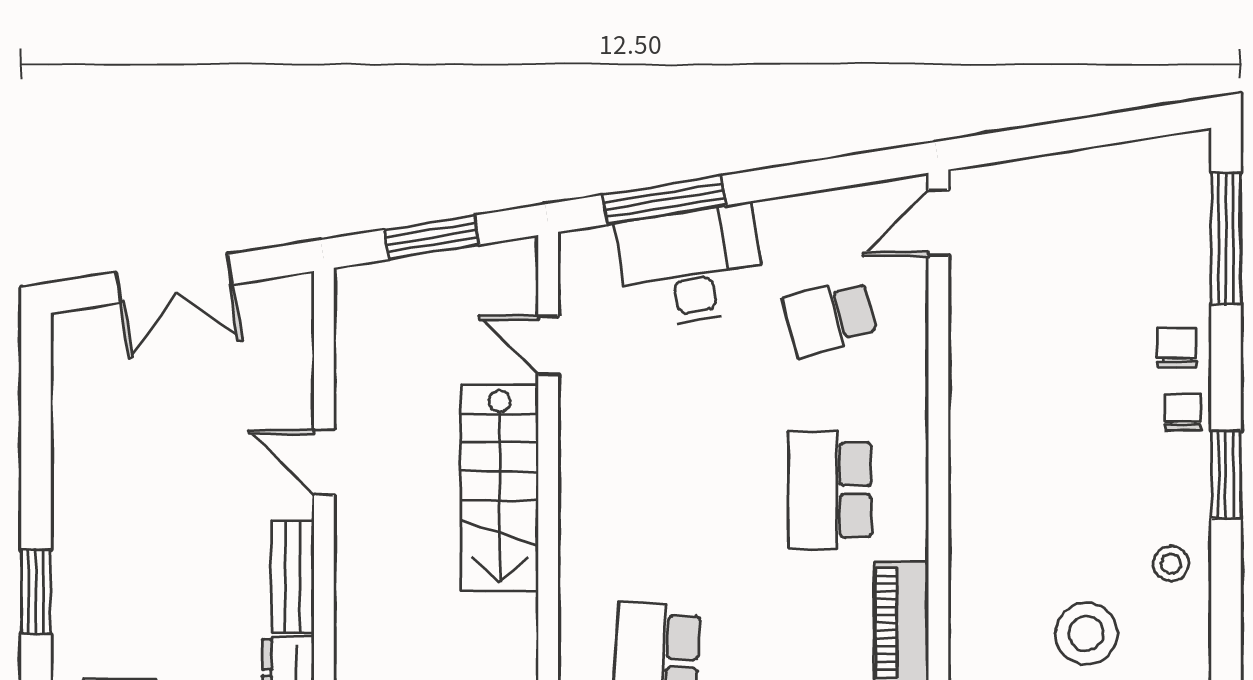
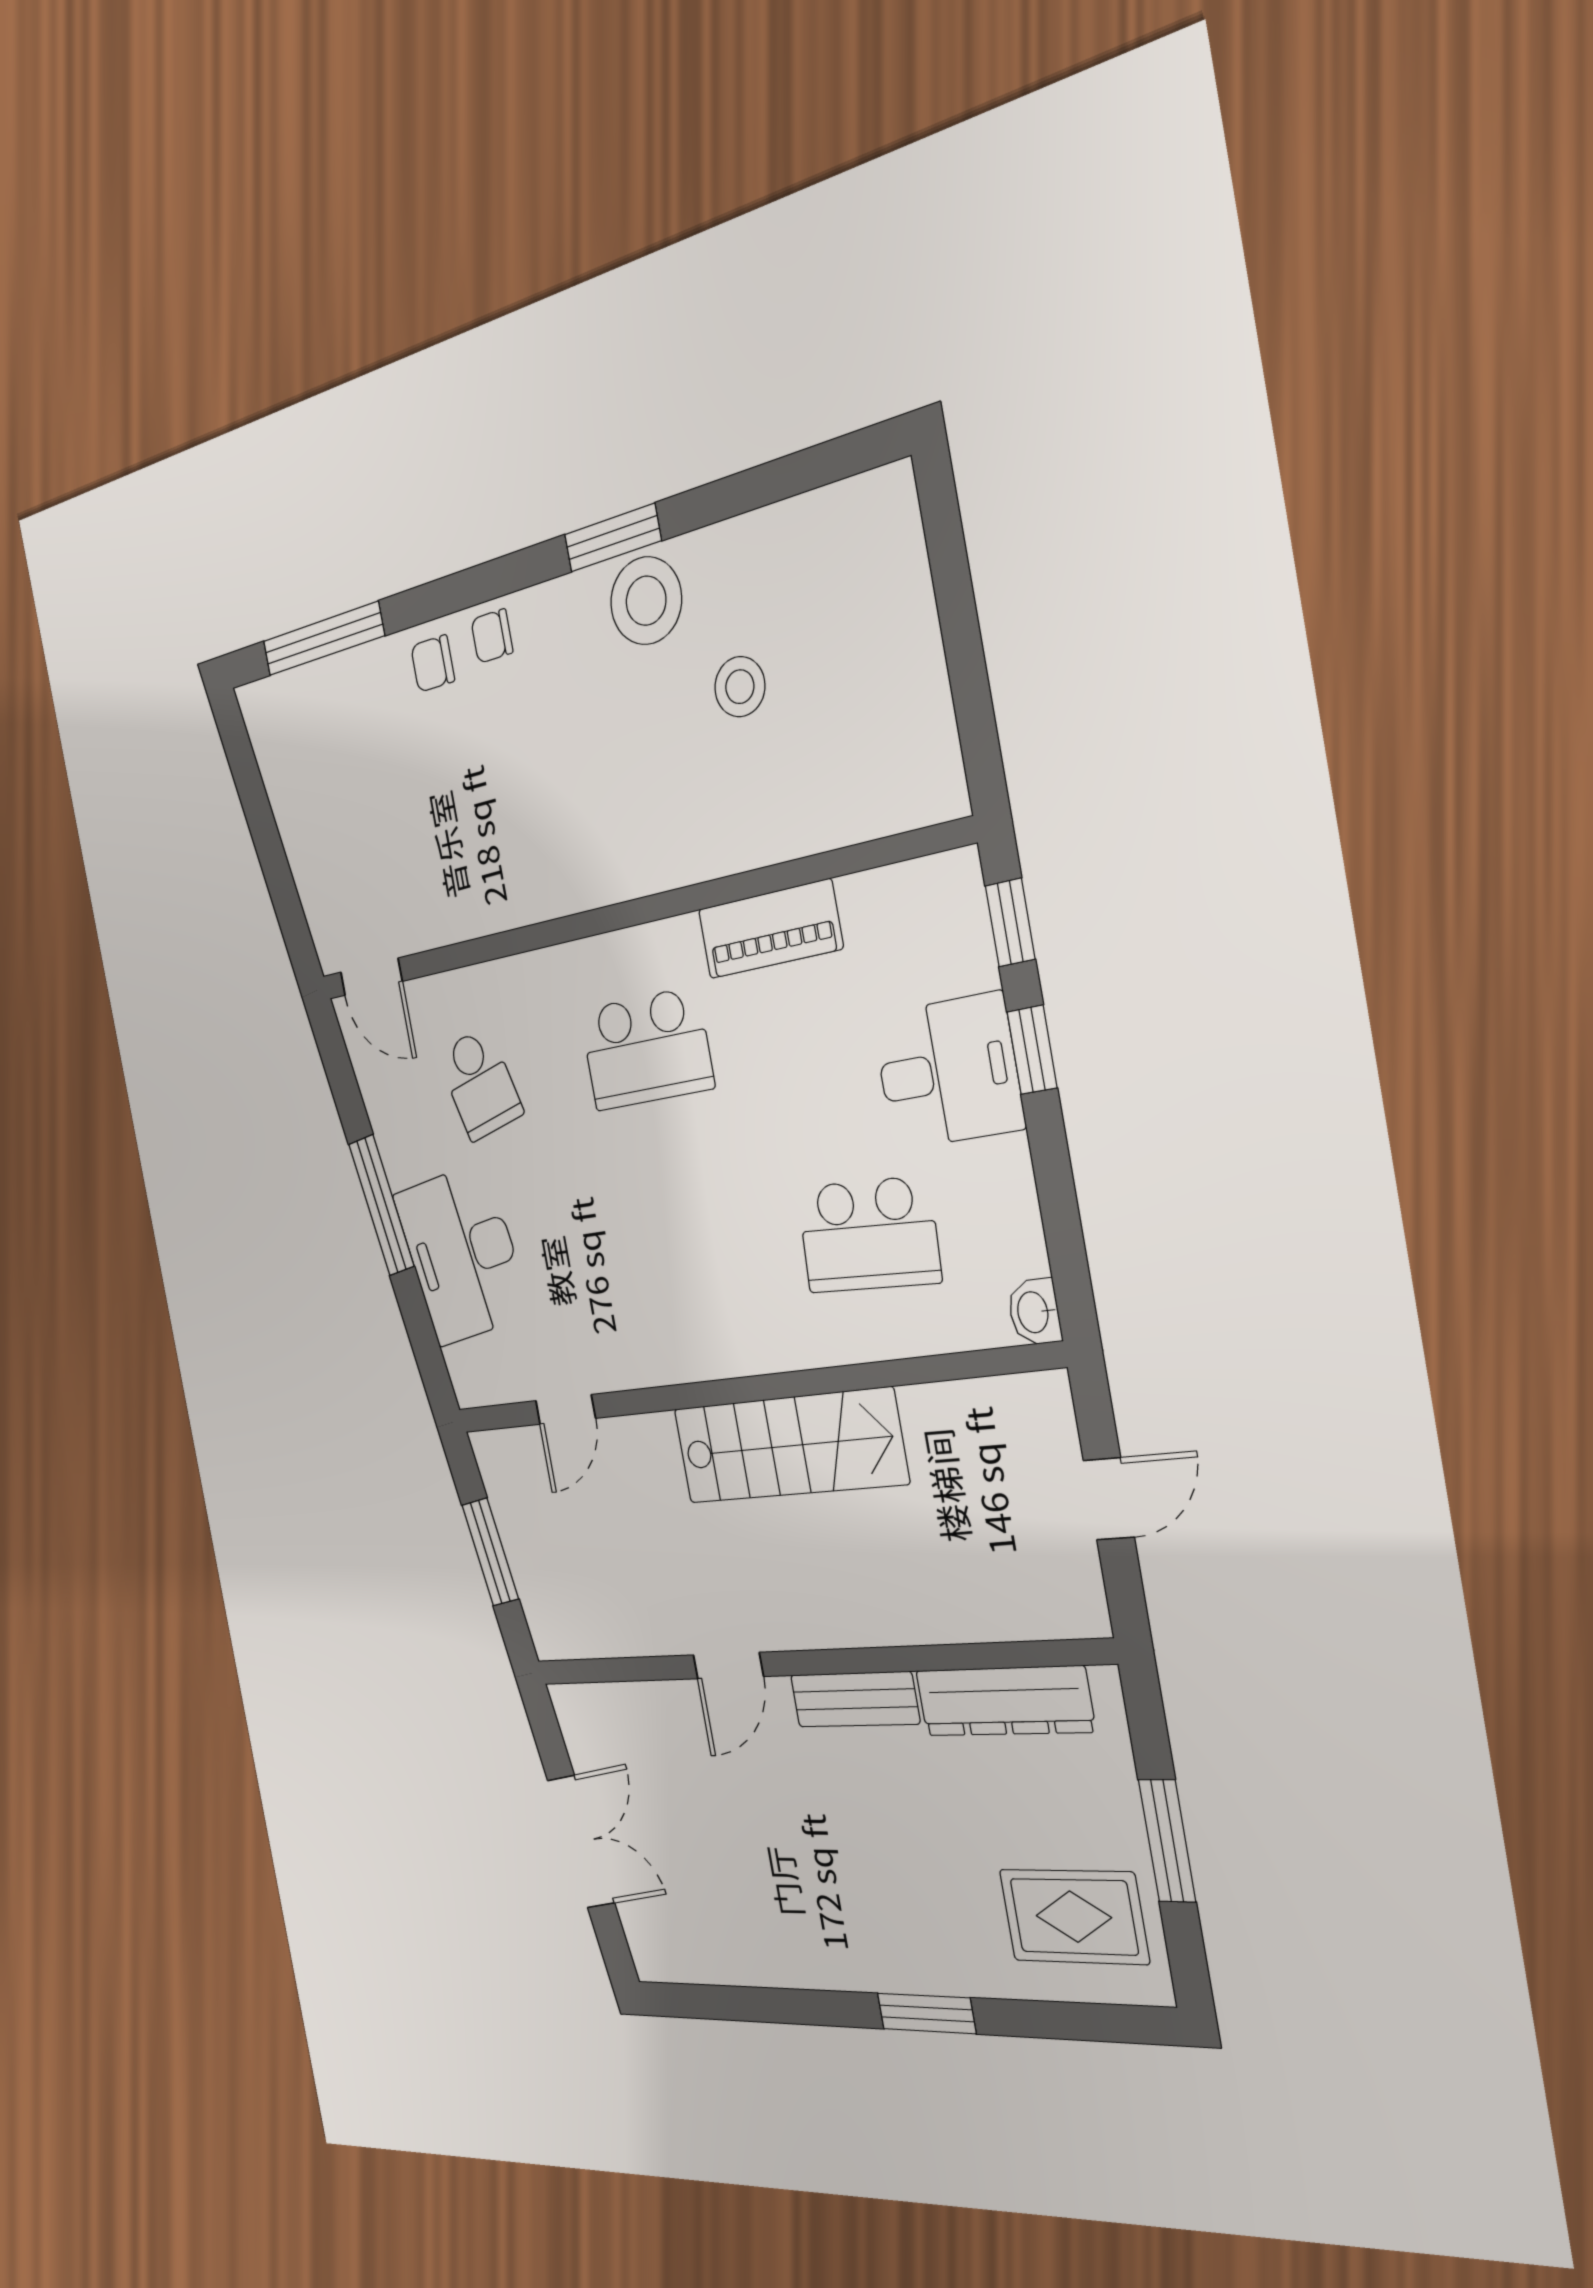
window: (664, 200) -> (381, 1205), moved
window: (1226, 475) -> (613, 538), moved
stairs: (500, 488) -> (789, 1446), moved
stool: (1171, 564) -> (646, 601), width x1.89, depth x1.89
stool: (1086, 633) -> (740, 687), width x0.73, depth x0.73

